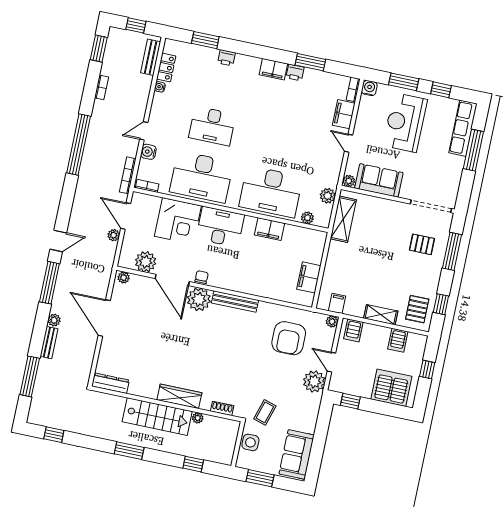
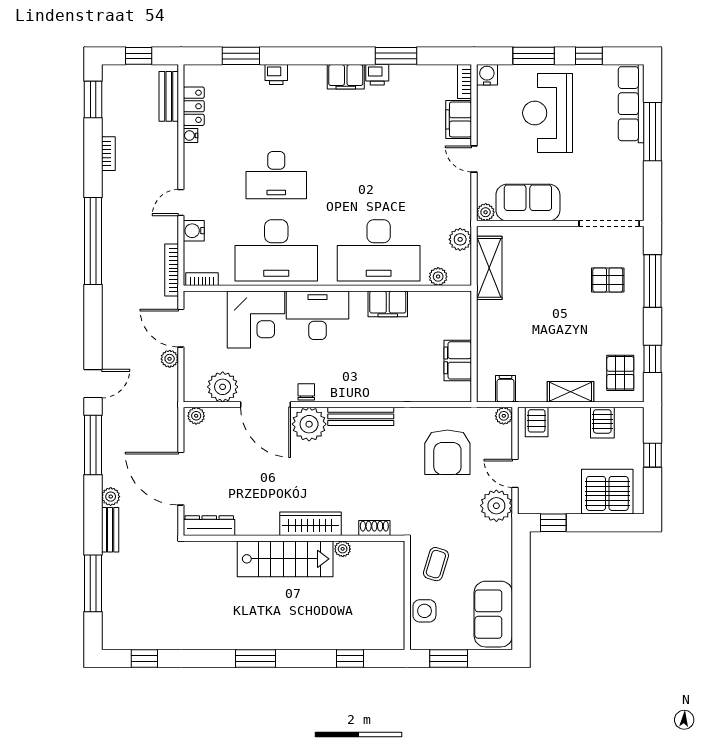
dresser: (111, 383) -> (209, 526), moved
wardrobe: (179, 396) -> (310, 524), moved
wall: (166, 404) -> (294, 538), moved
shoe rack: (222, 408) -> (374, 528), moved
stairs: (157, 416) -> (285, 559), moved
plant: (198, 418) -> (343, 549), moved

